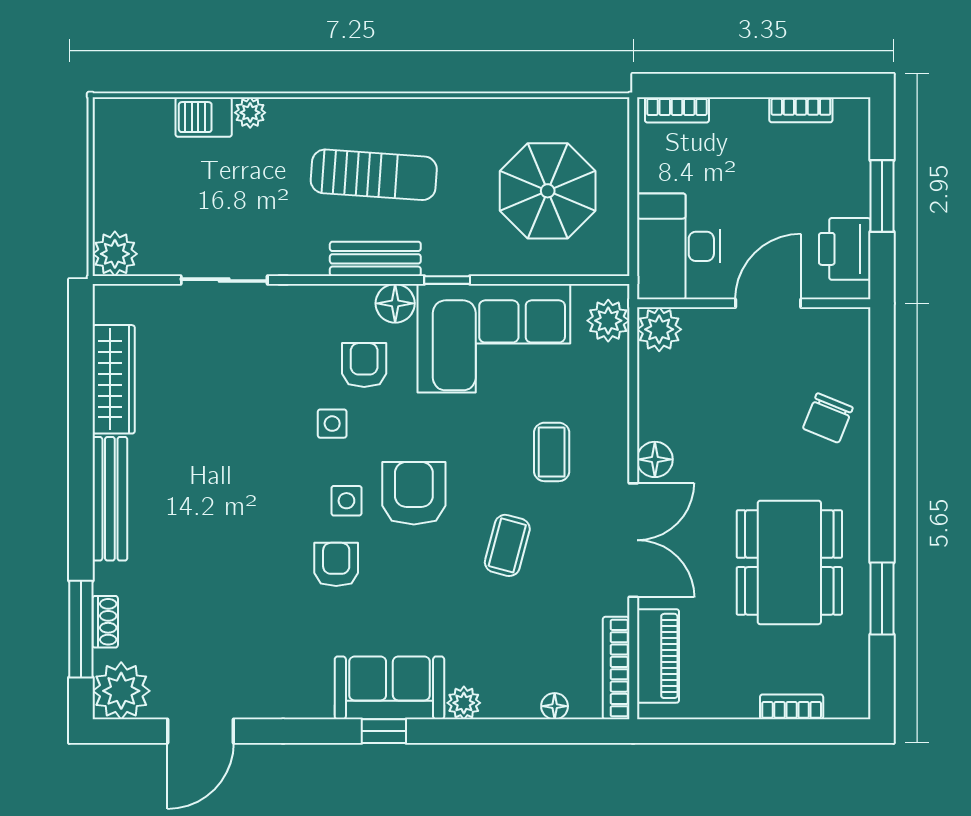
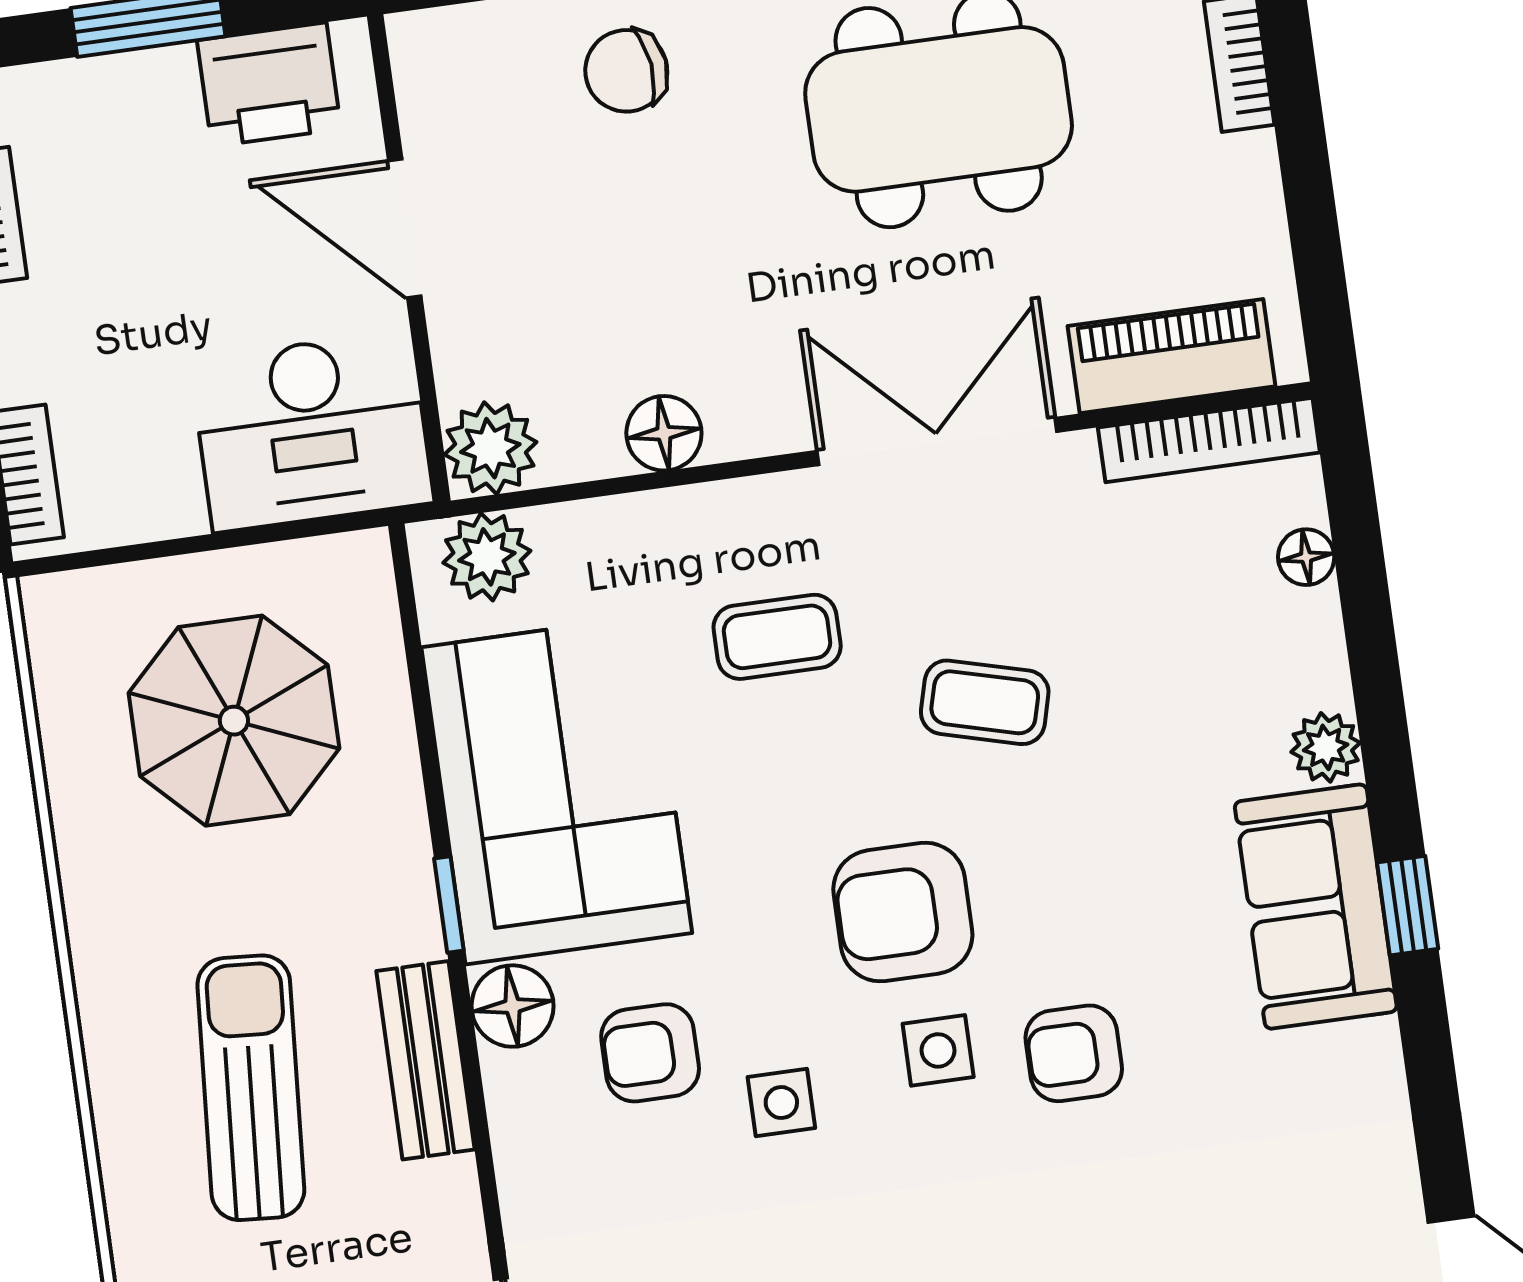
chair: (828, 418) -> (626, 71), turned 151
floor lamp: (655, 459) -> (664, 433), moved

